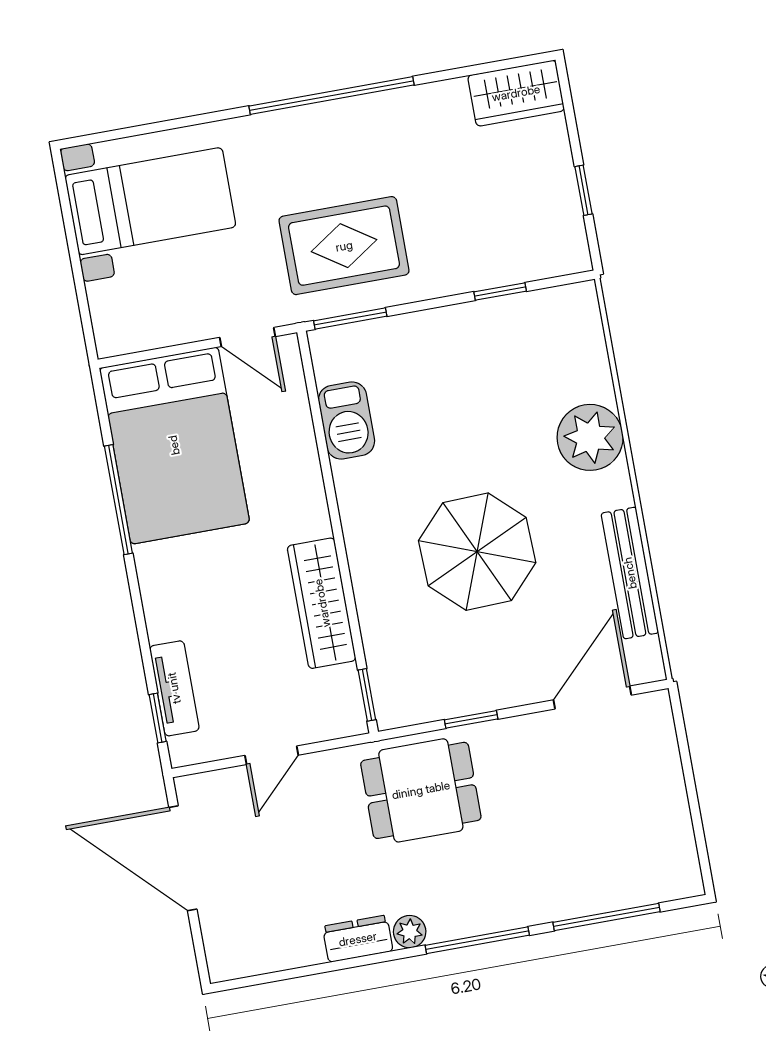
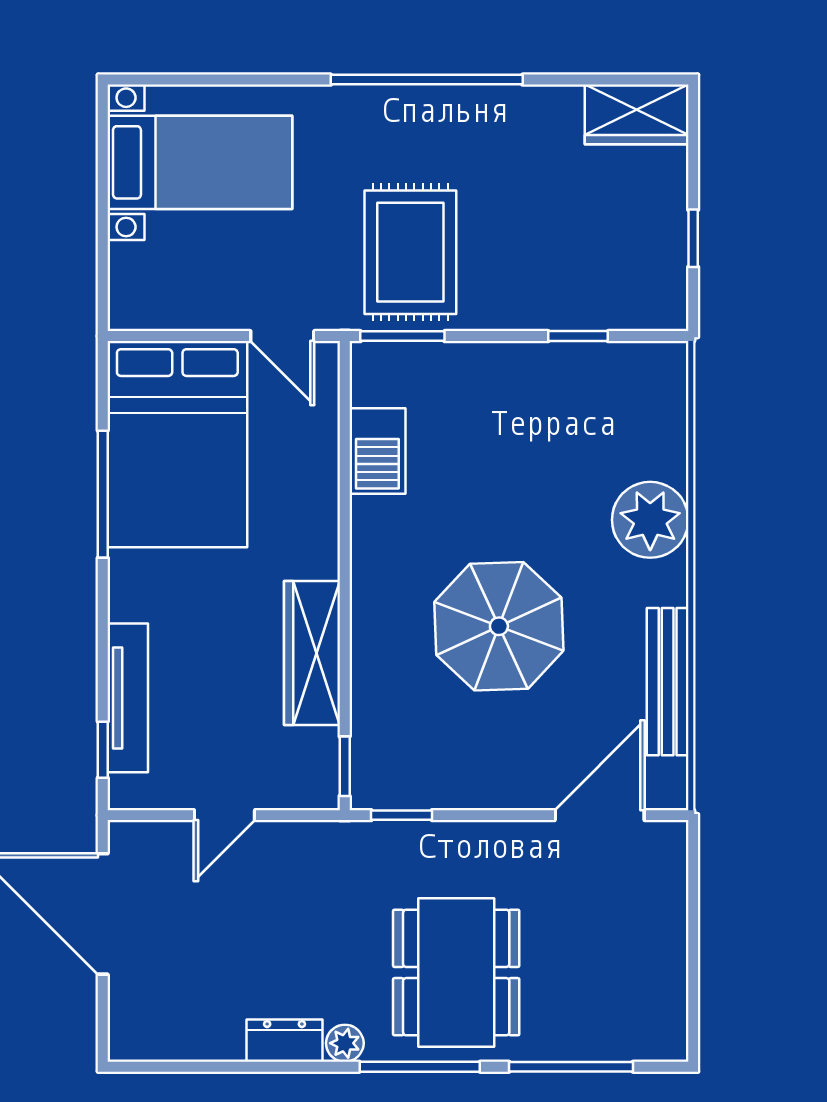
rug: (344, 246) -> (410, 252), turned 90
tv unit: (174, 688) -> (128, 698), width x1.41
window: (471, 719) -> (402, 815), moved
dining table: (421, 790) -> (456, 973), moved, width x1.38

